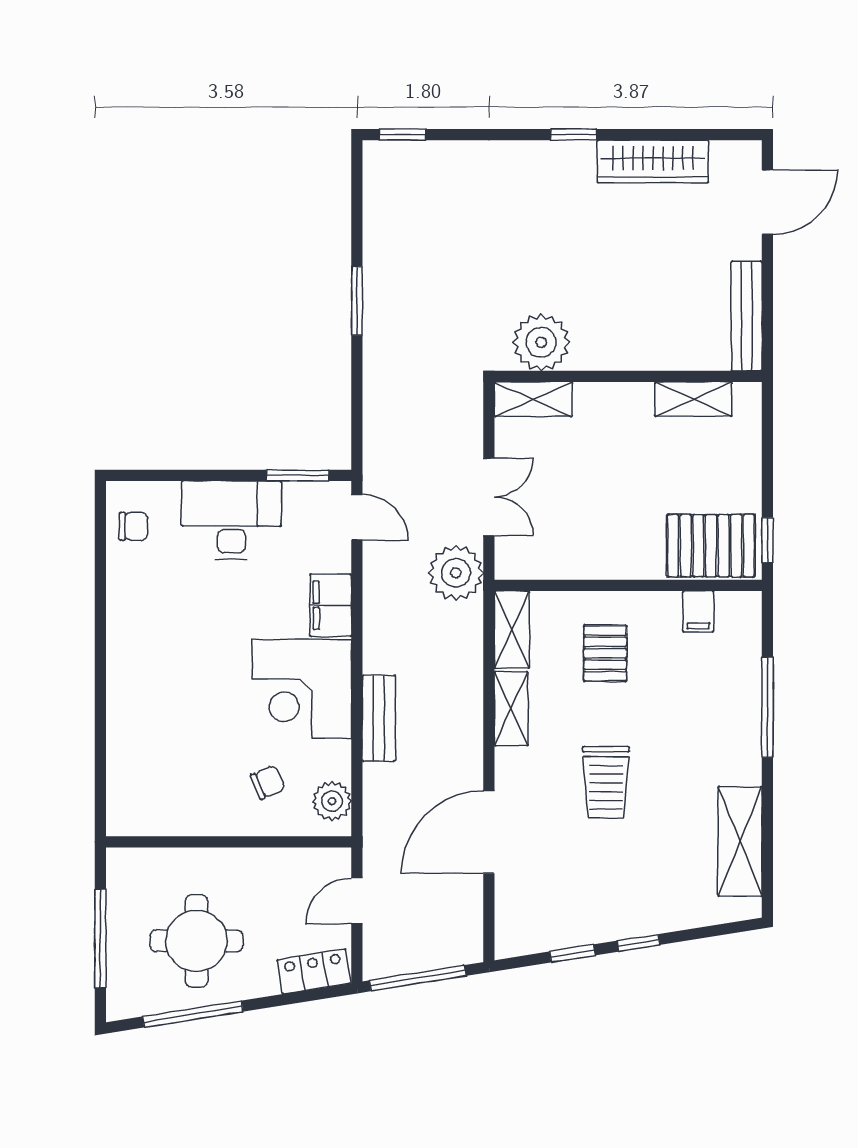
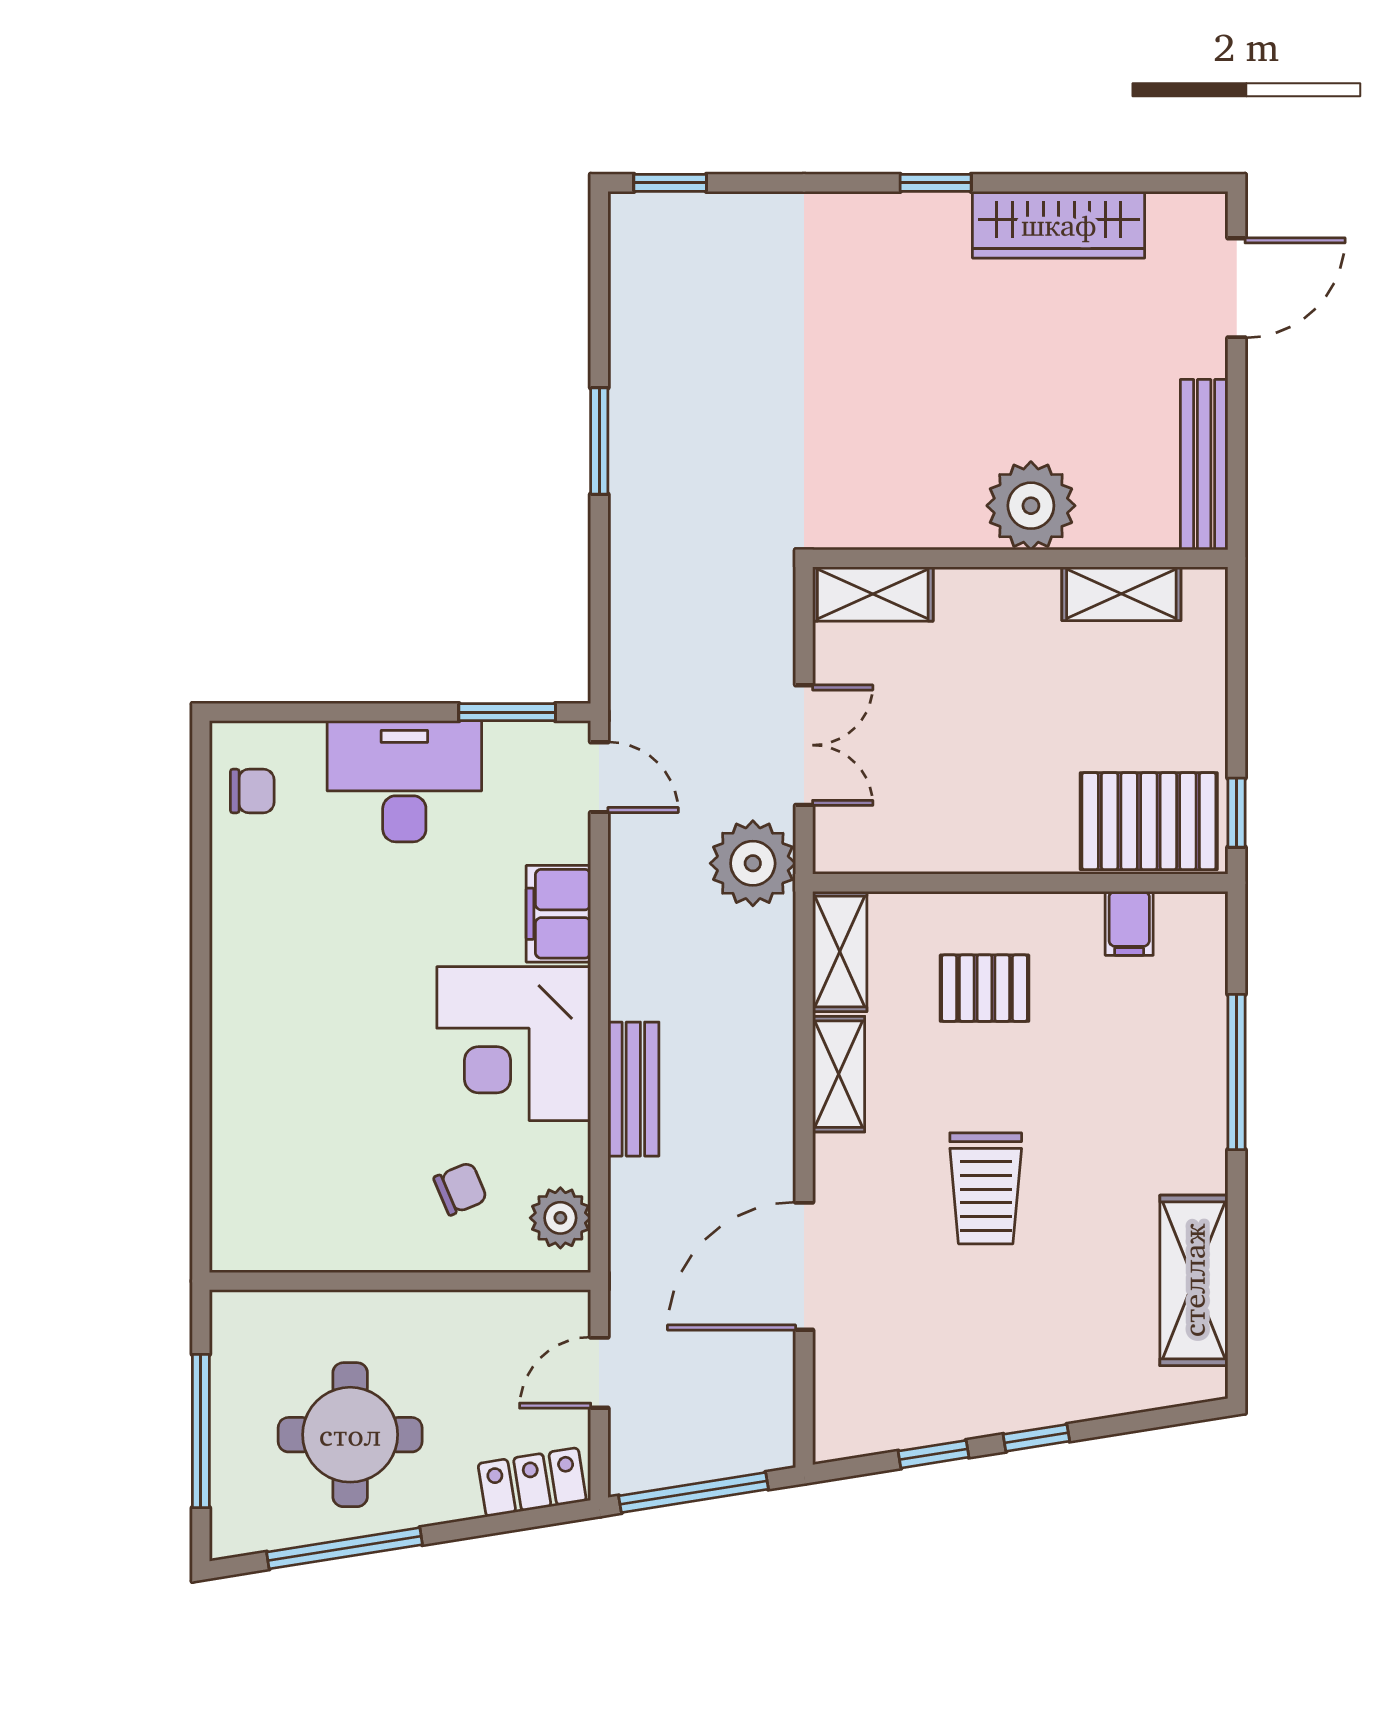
plant: (541, 342) -> (1031, 506), moved
pallet: (605, 653) -> (985, 988), turned 90

